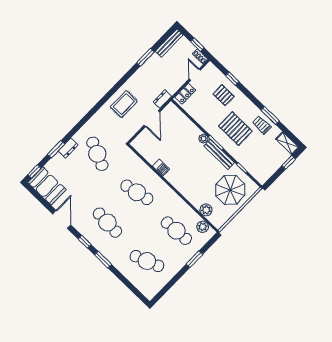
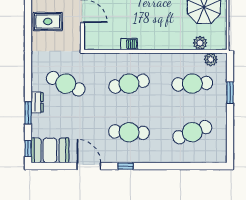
rug: (124, 104) -> (48, 21), turned 90
window: (103, 260) -> (155, 166), removed

